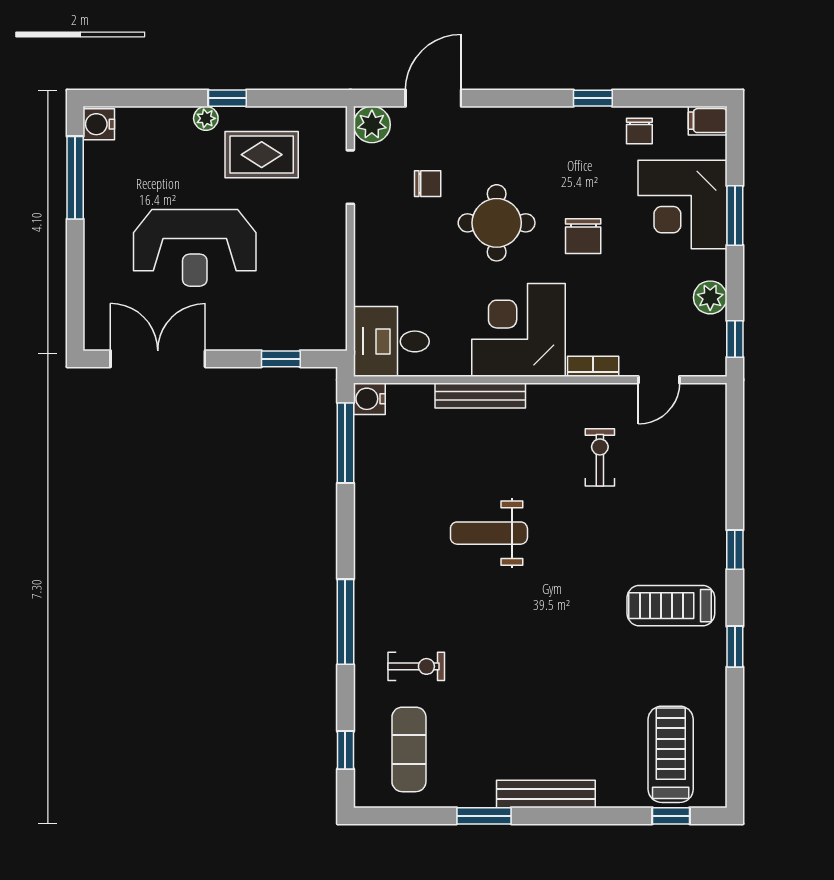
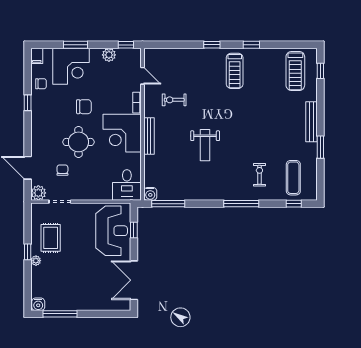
reception desk: (195, 248) -> (112, 231), moved
bench: (480, 396) -> (149, 136), moved
exercise mat: (409, 749) -> (293, 178), turned 90
treadmill: (671, 754) -> (295, 71), turned -90

